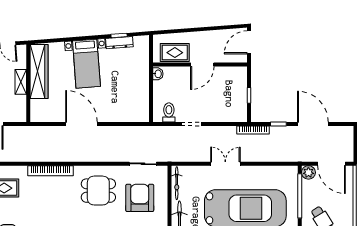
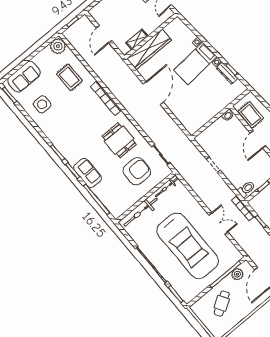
door: (202, 65) -> (258, 139), hinge flipped
wardrobe: (39, 72) -> (149, 49), moved
shelving: (21, 82) -> (137, 39), moved
toilet: (169, 112) -> (246, 189), moved
double door: (225, 164) -> (218, 224), moved
plant: (308, 172) -> (237, 274), moved

